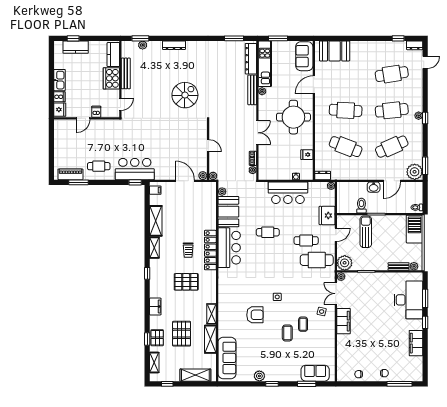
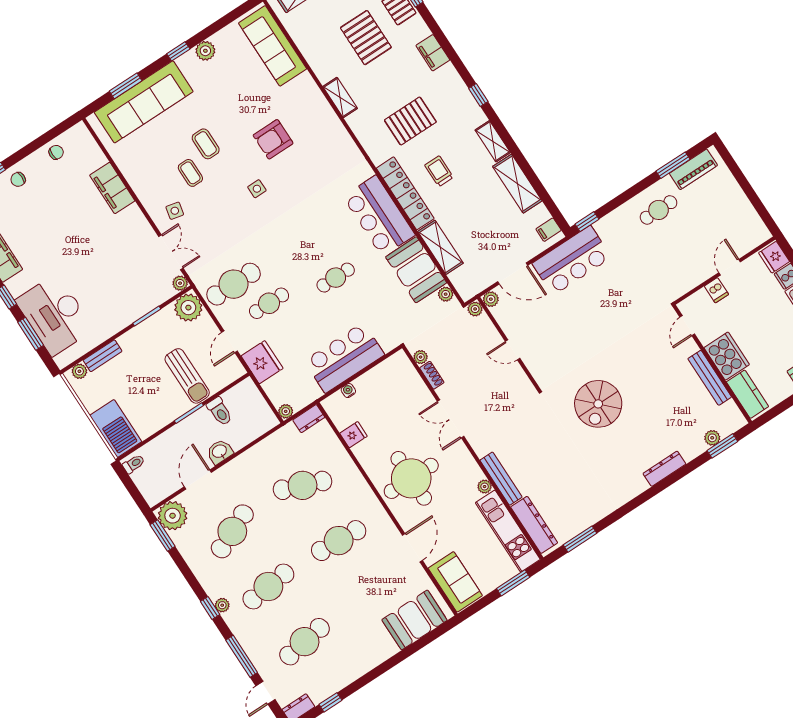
window: (425, 86) -> (242, 656), added
bar counter: (135, 169) -> (572, 260), moved
filing cabinet: (344, 321) -> (112, 188), moved
shelving: (210, 339) -> (440, 247), moved
sofa: (315, 373) -> (144, 102), width x1.85, depth x1.27

